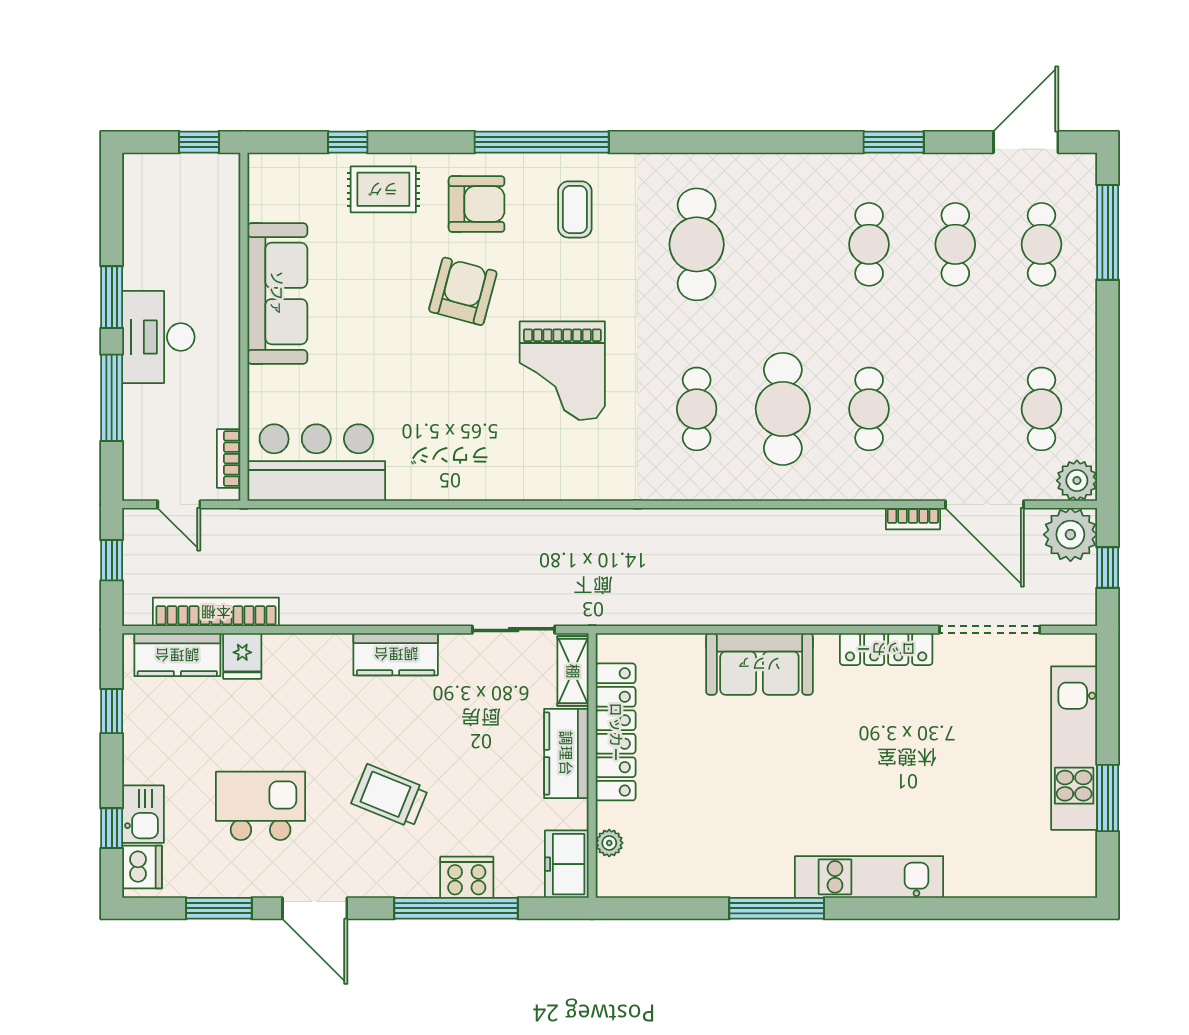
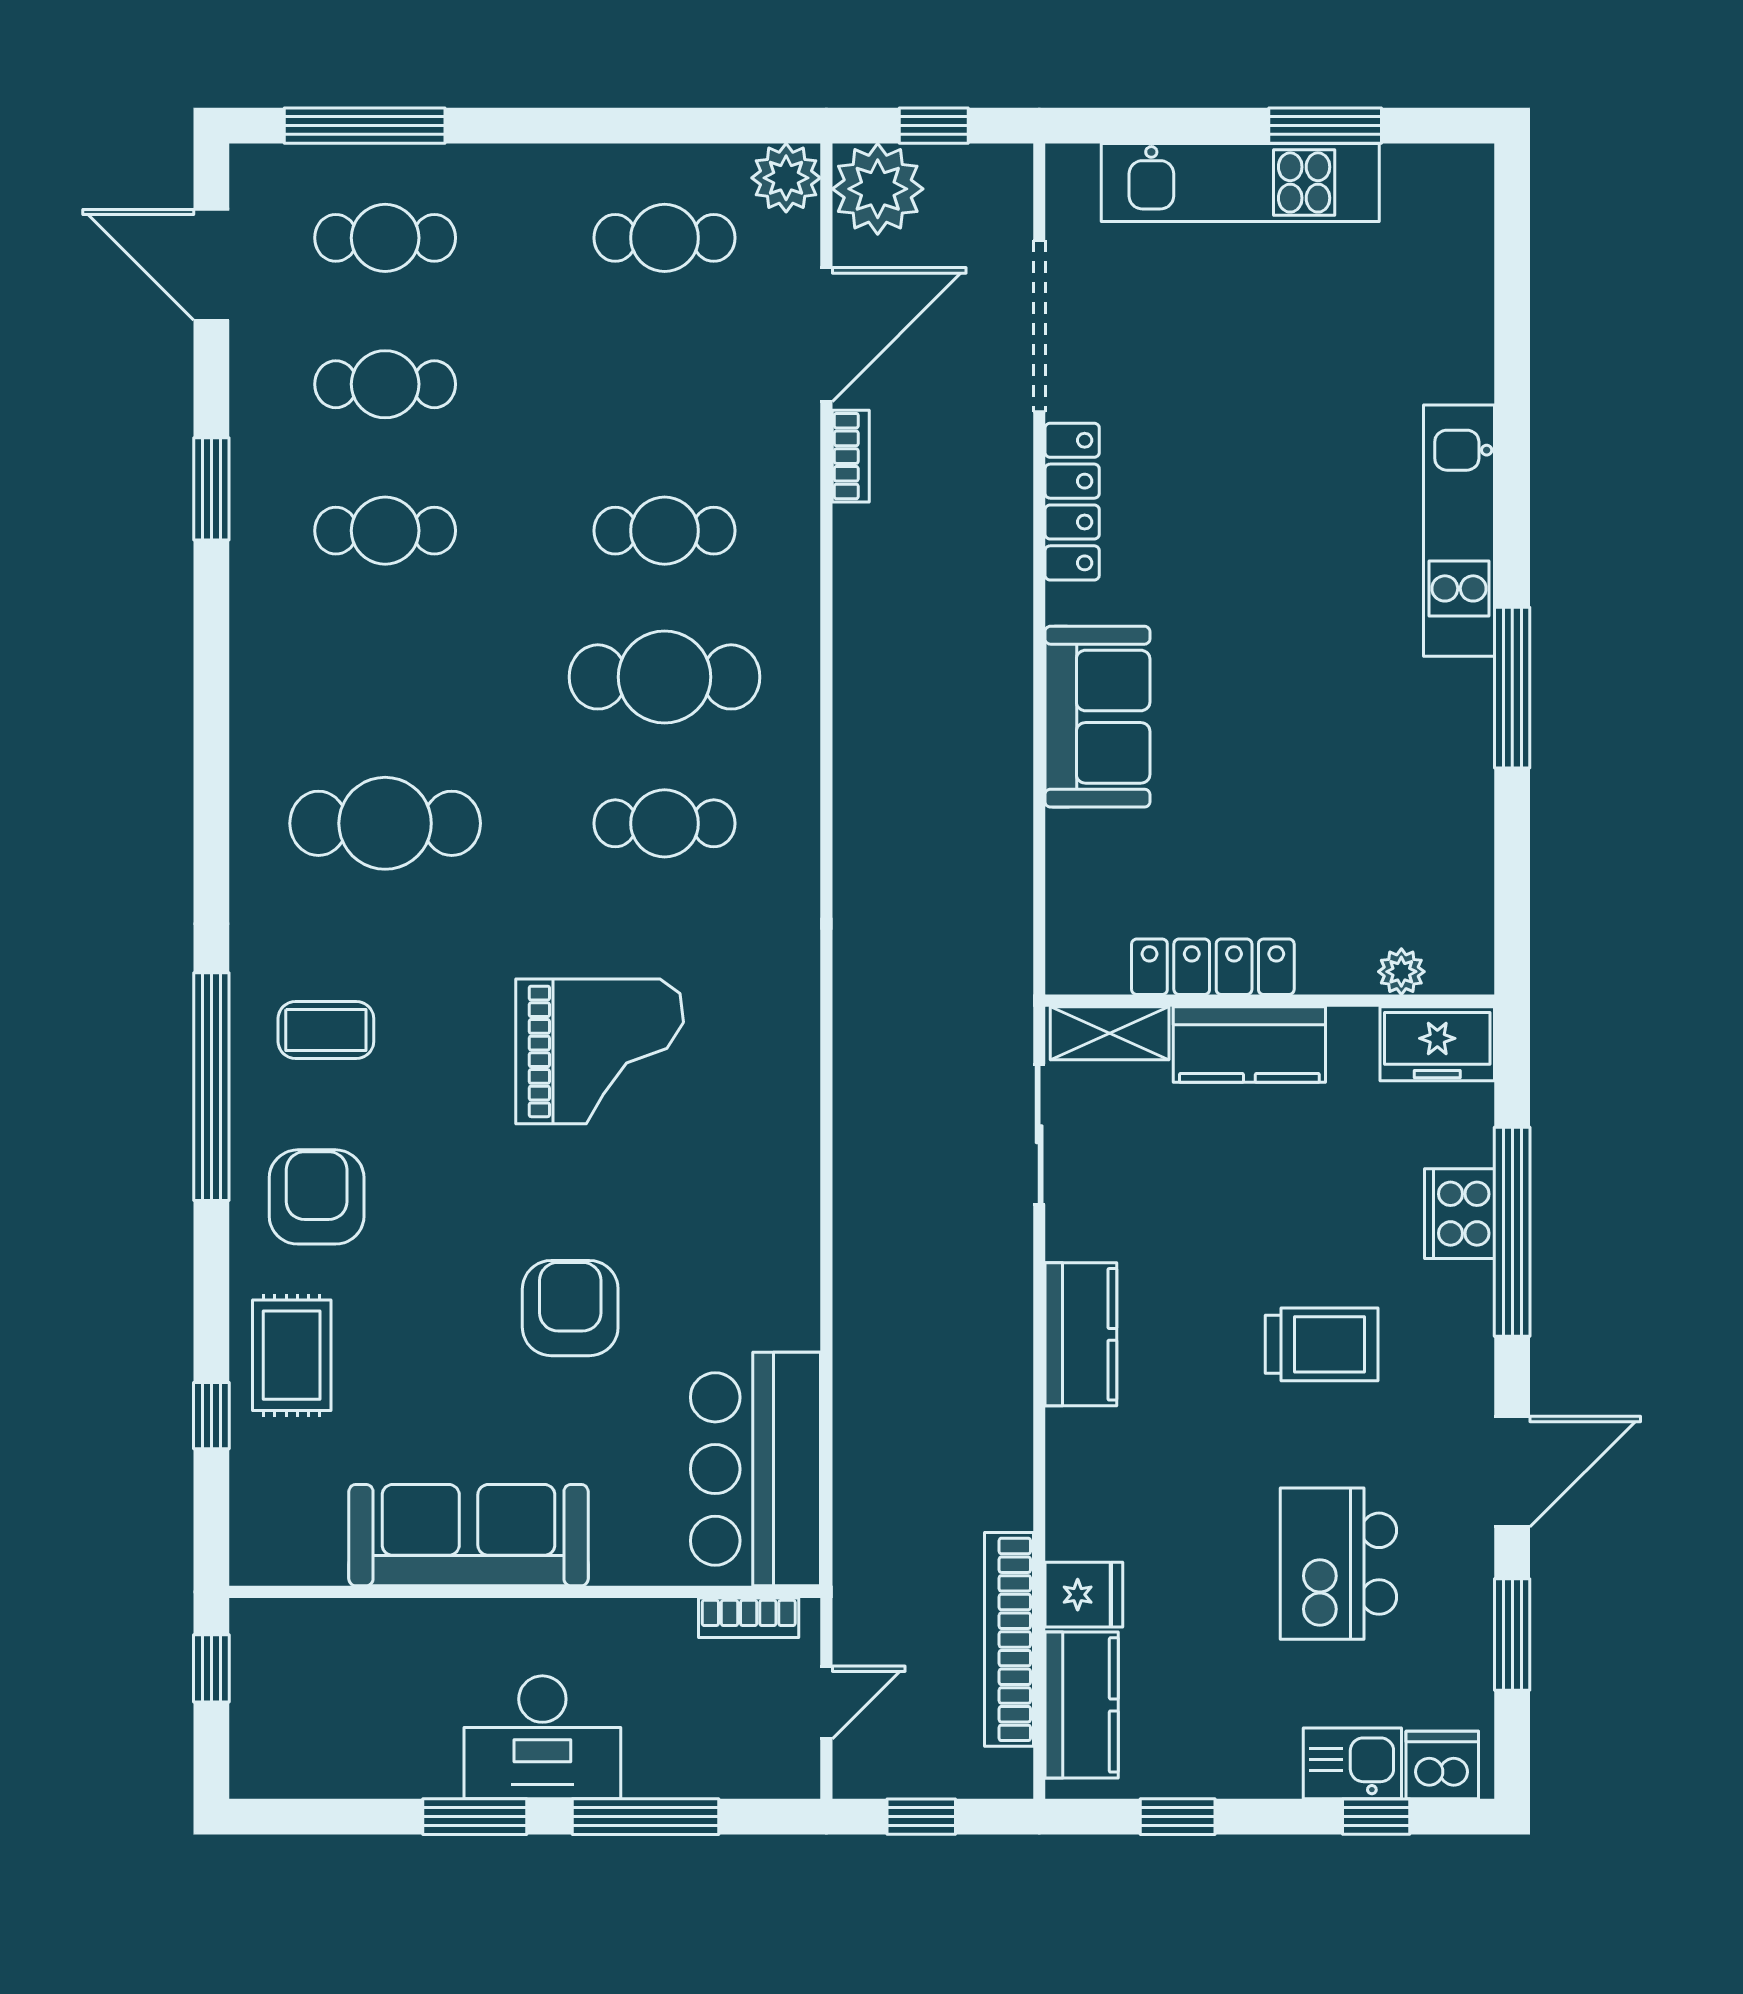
armchair: (463, 291) -> (570, 1308), moved, turned 75
locker: (616, 732) -> (1213, 967), width x0.71, depth x0.83
trolley: (390, 796) -> (1322, 1344), turned -112

